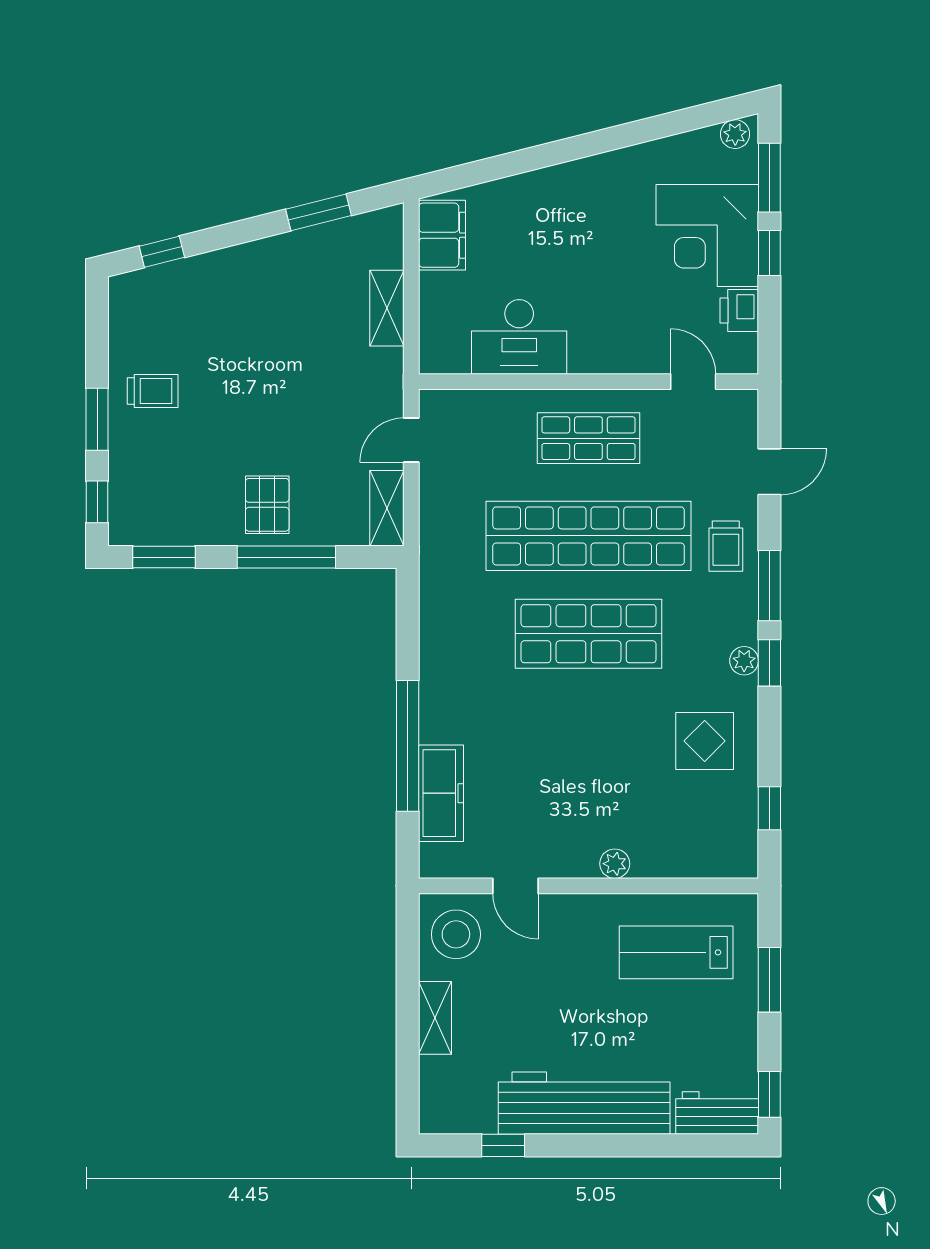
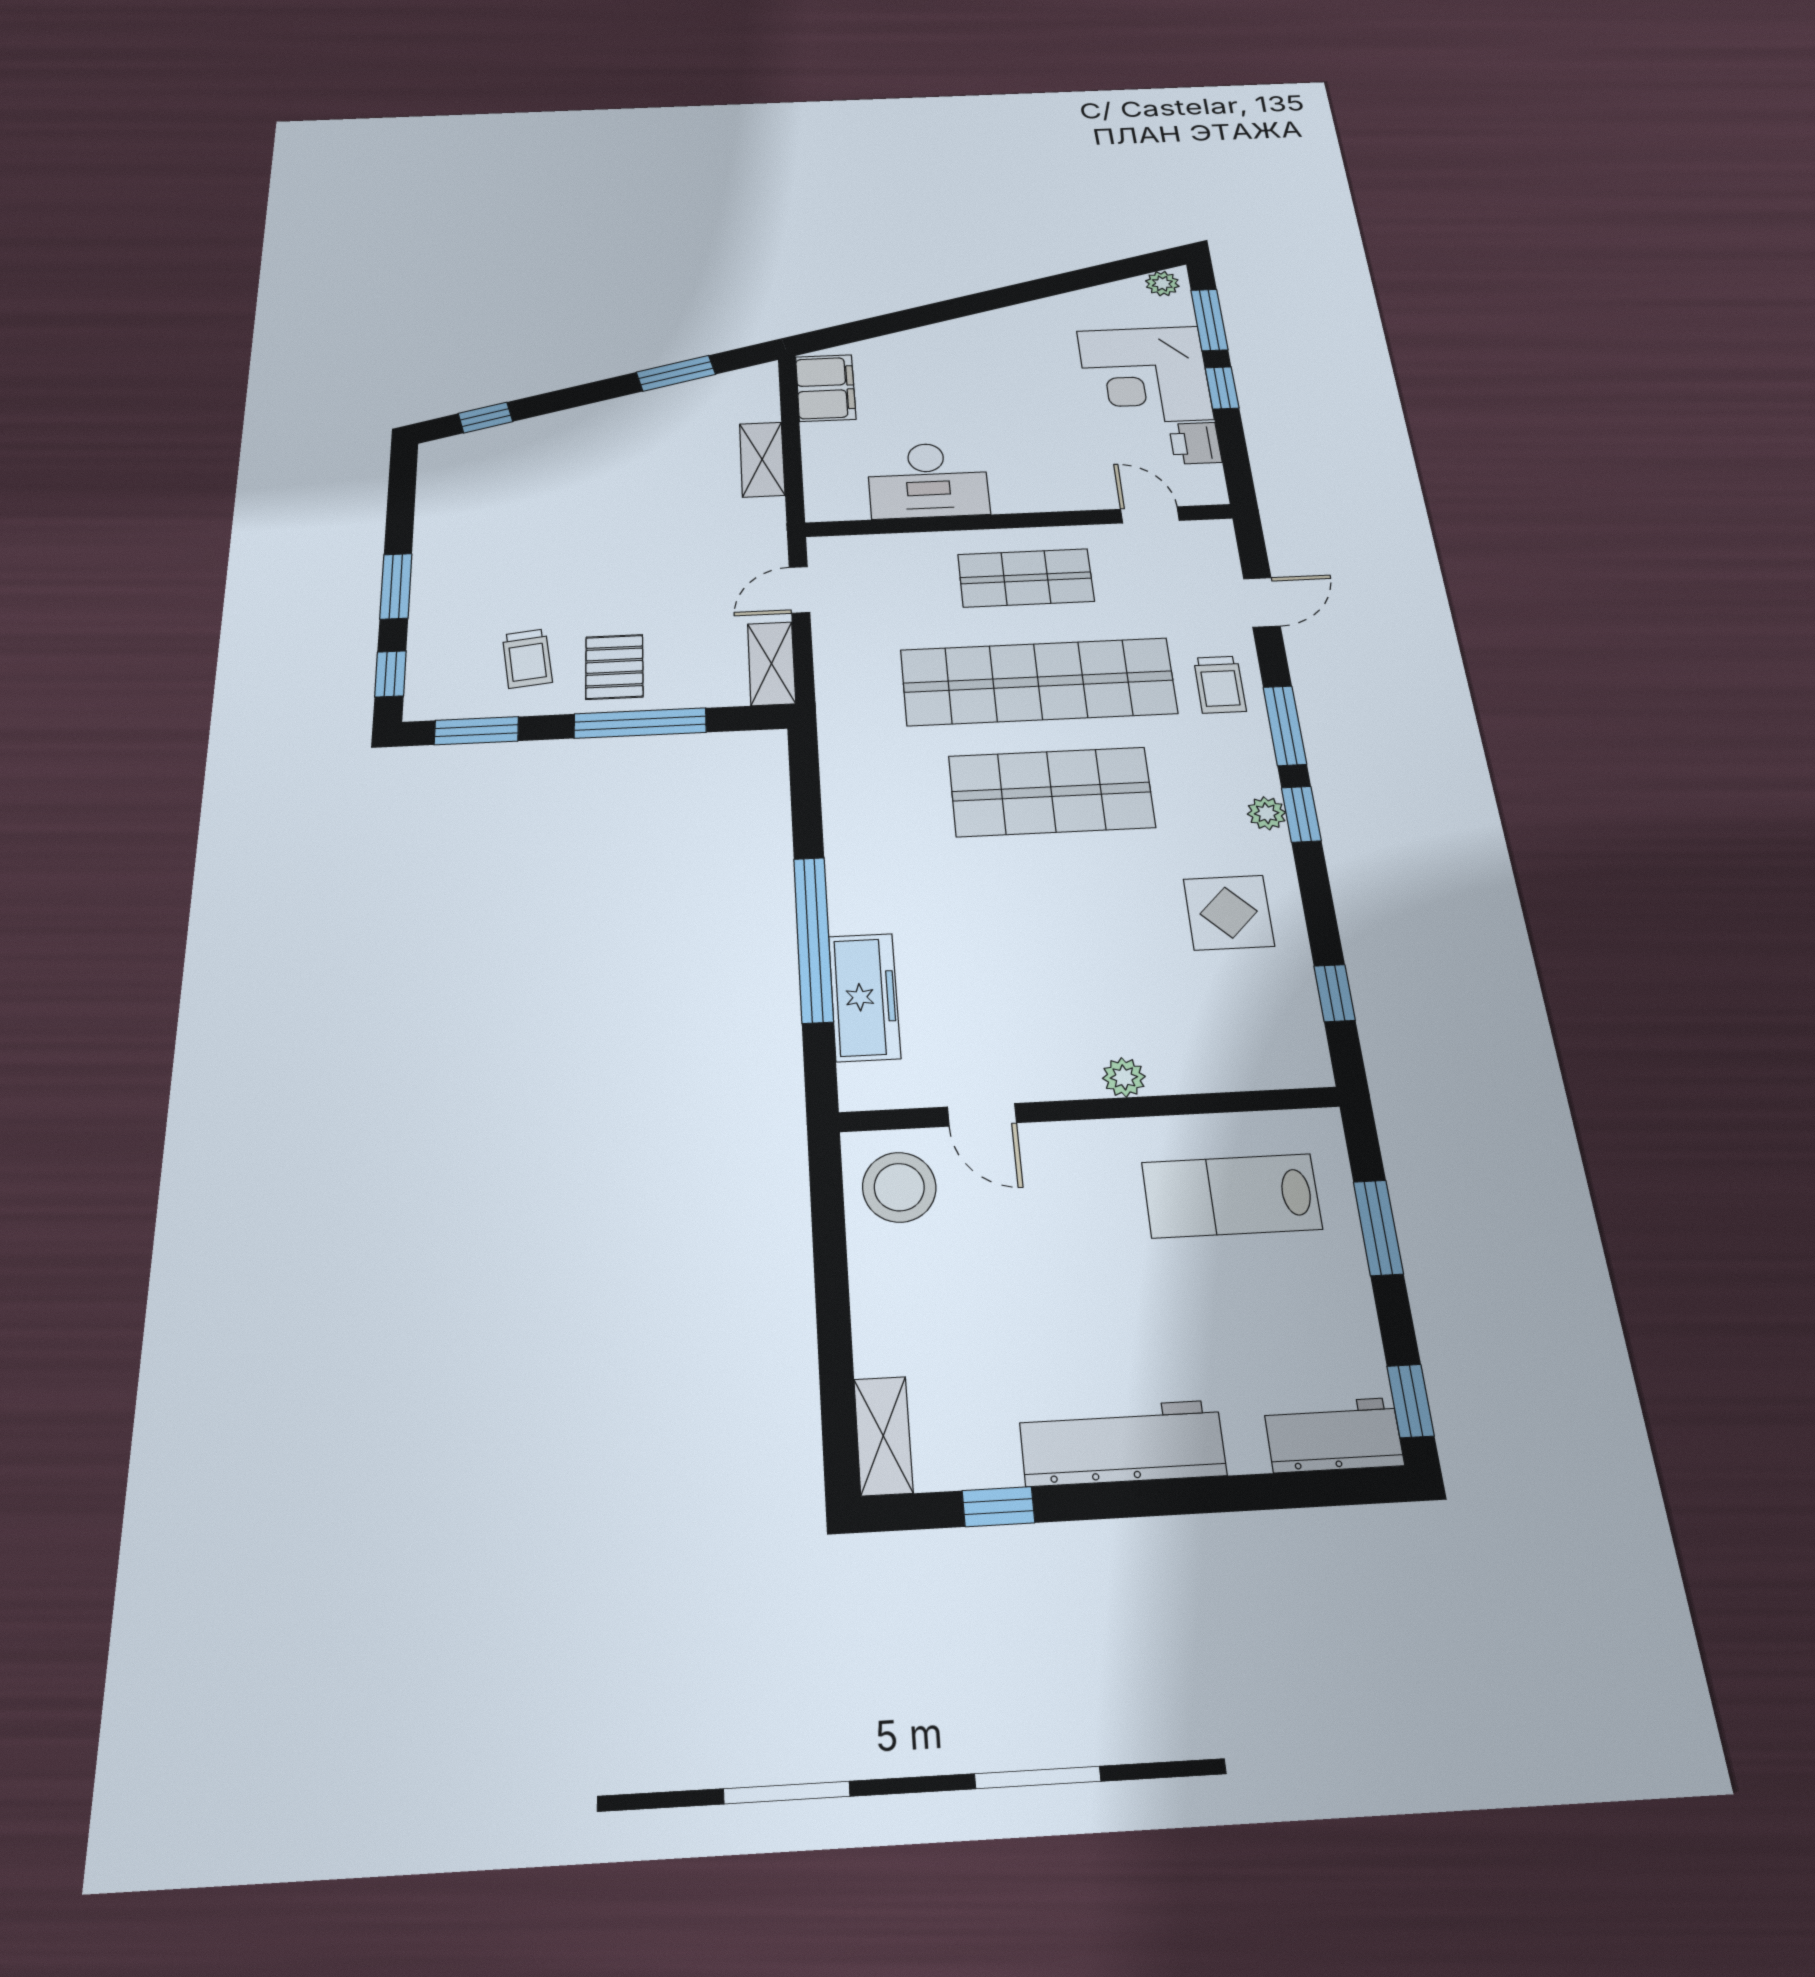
trolley: (153, 391) -> (527, 658), moved, turned 83
shelving: (435, 1018) -> (883, 1436), moved
workbench: (584, 1103) -> (1122, 1443), width x0.73, depth x0.76

